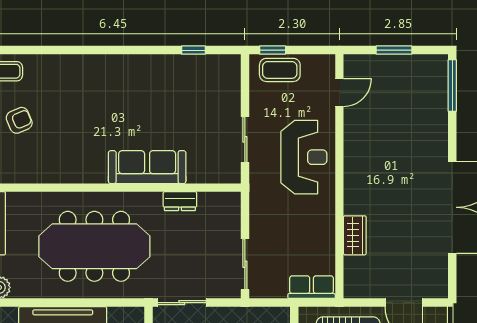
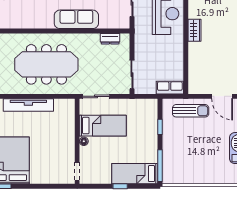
dresser: (180, 201) -> (110, 39), moved
wardrobe: (355, 235) -> (194, 30), moved

